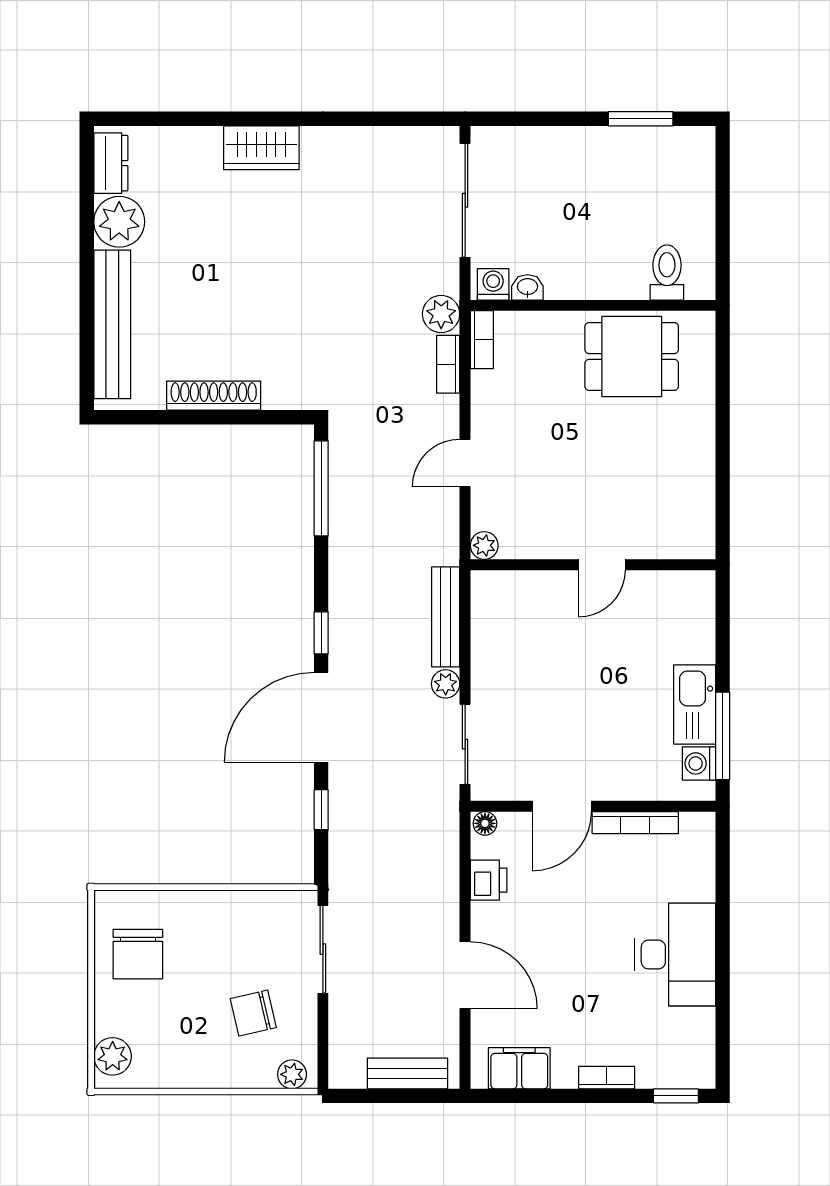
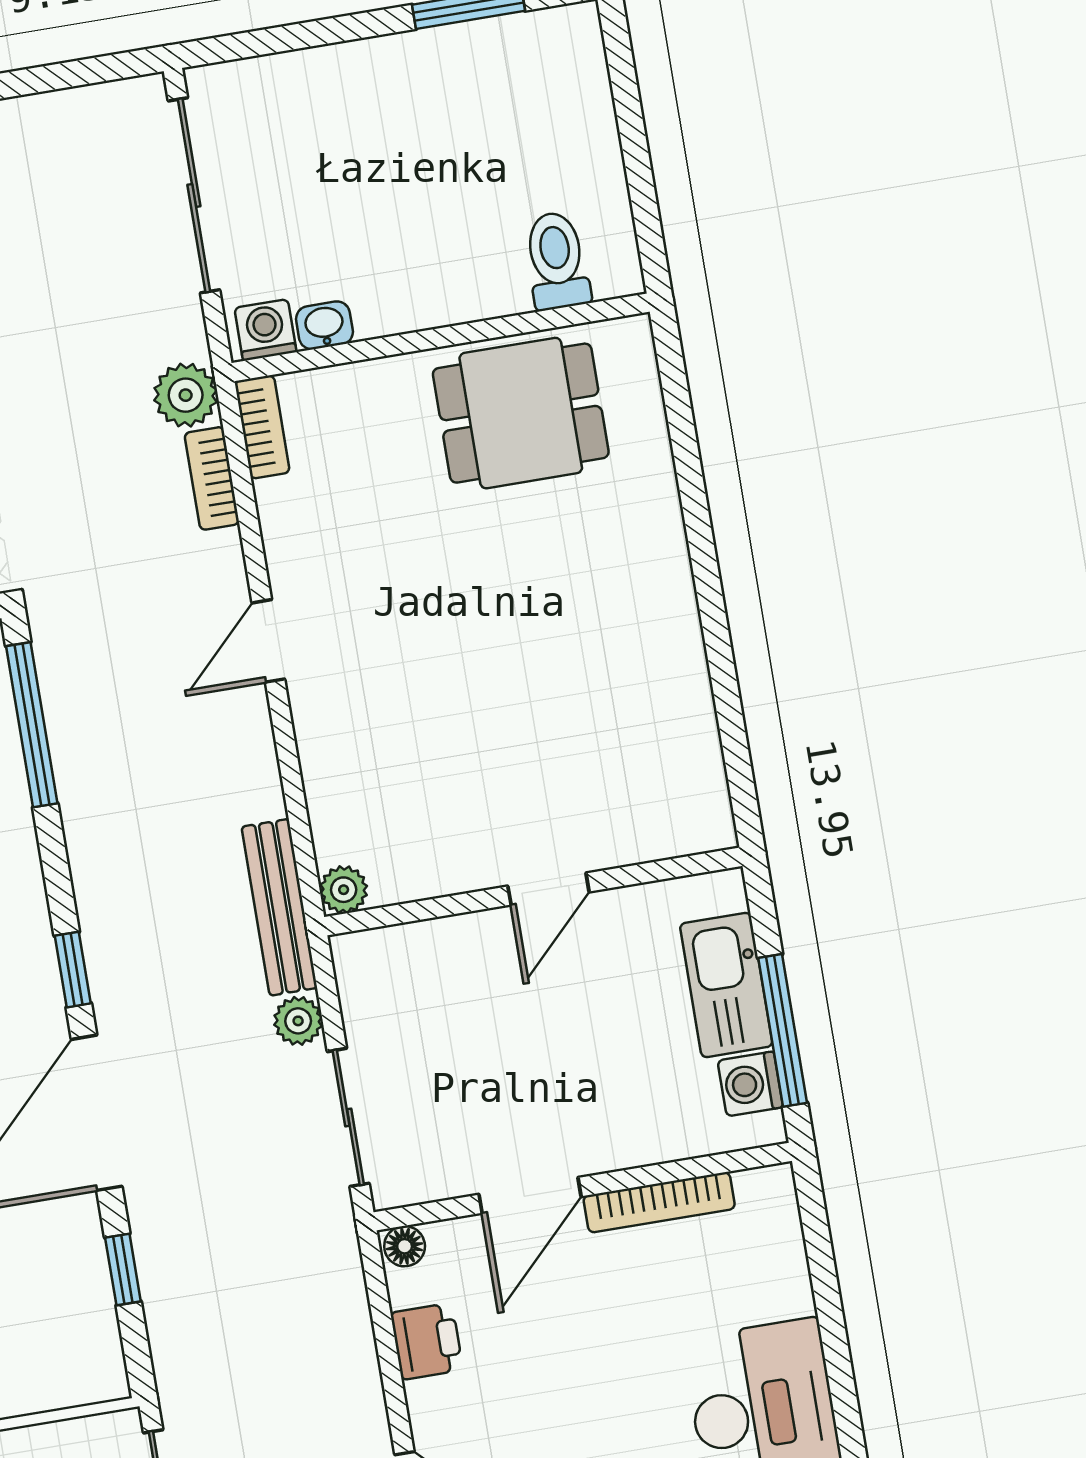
plant: (484, 545) -> (344, 890), moved
wall: (593, 565) -> (533, 891), moved
door: (602, 565) -> (548, 889), moved

